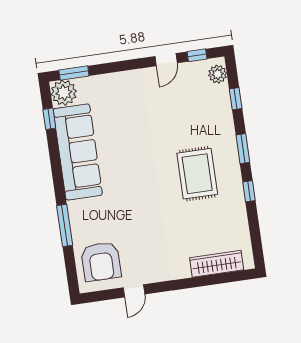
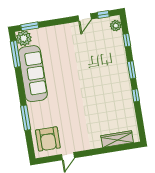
window: (49, 119) -> (15, 54), width x2.17
rug: (197, 174) -> (105, 85), removed

